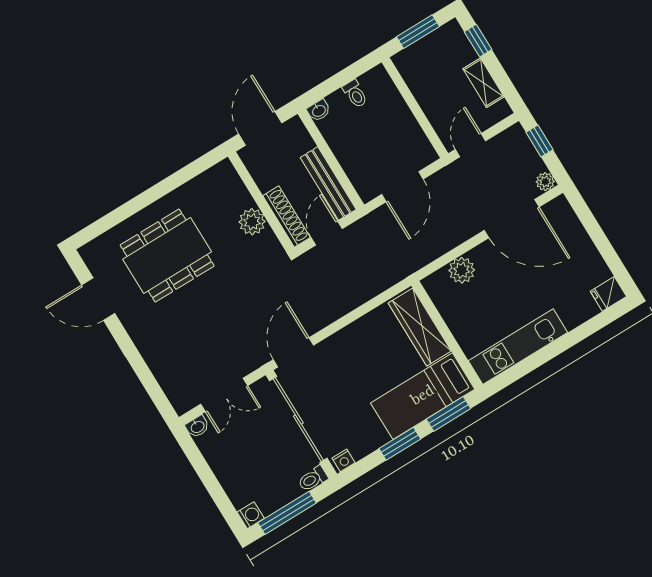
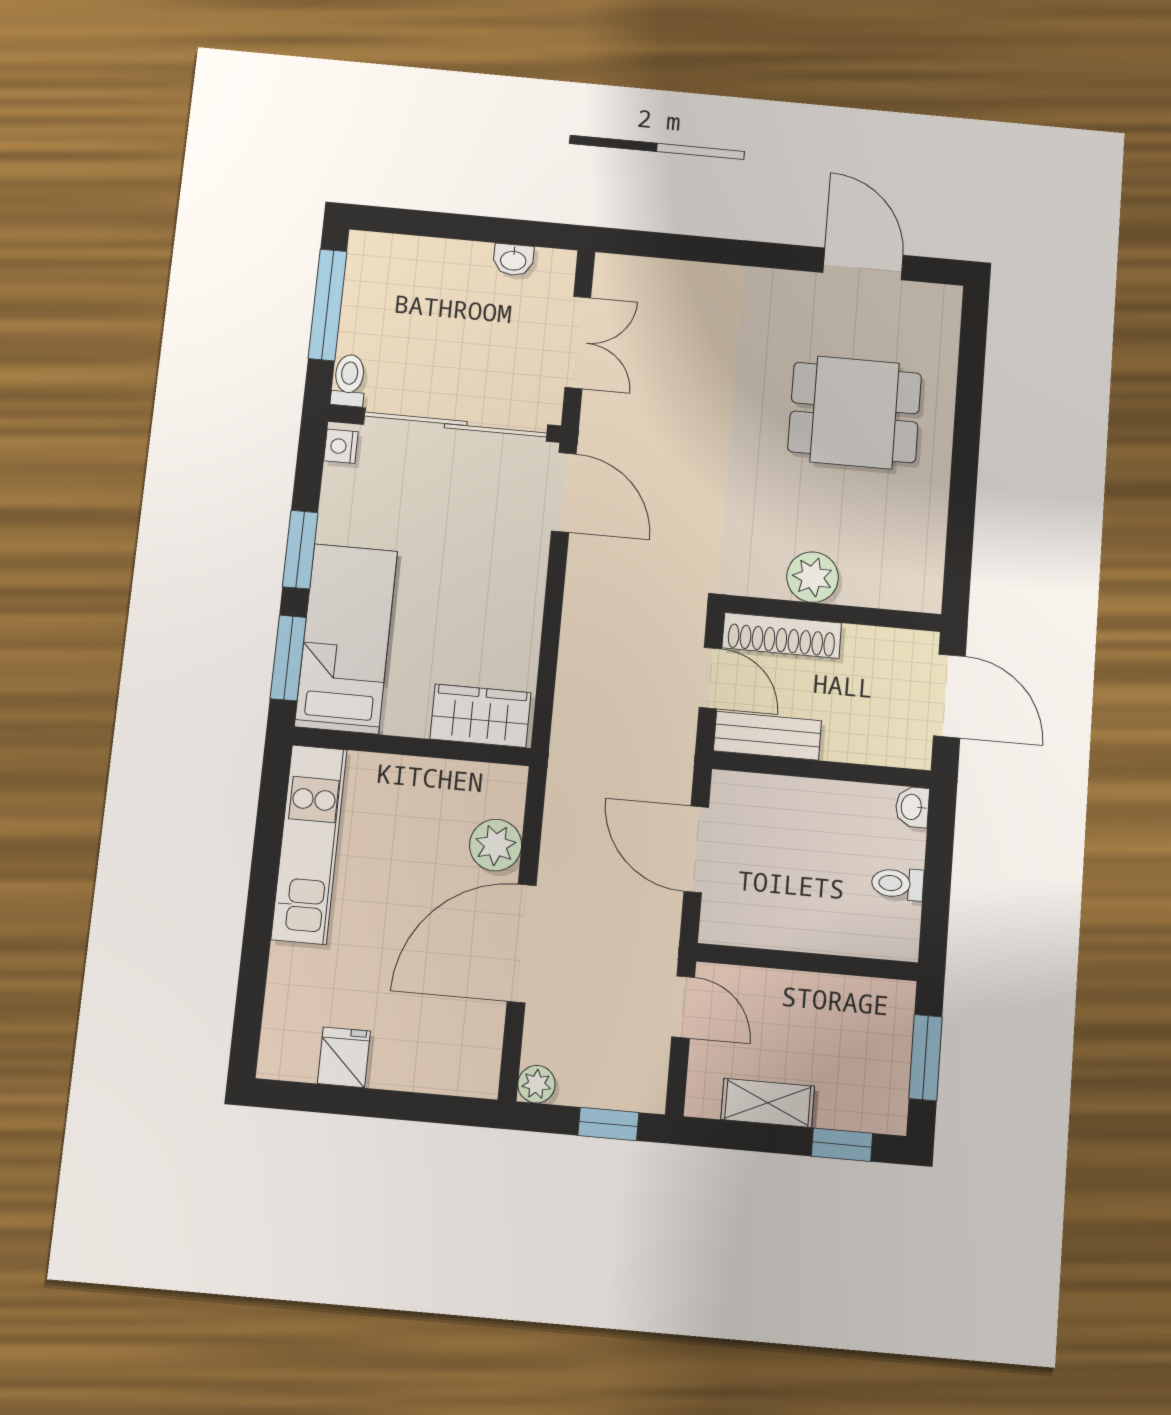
bench: (328, 183) -> (767, 736), width x0.73
door: (512, 219) -> (522, 943), moved
dining table: (167, 255) -> (855, 412), width x0.73
fridge: (608, 294) -> (344, 1057), moved
door: (98, 299) -> (863, 264), hinge flipped
wardrobe: (420, 327) -> (480, 716), width x0.67
double door: (224, 395) -> (578, 342), swing flipped
washbasin: (197, 427) -> (513, 260), moved, turned -90
washing machine: (251, 515) -> (366, 249), removed

